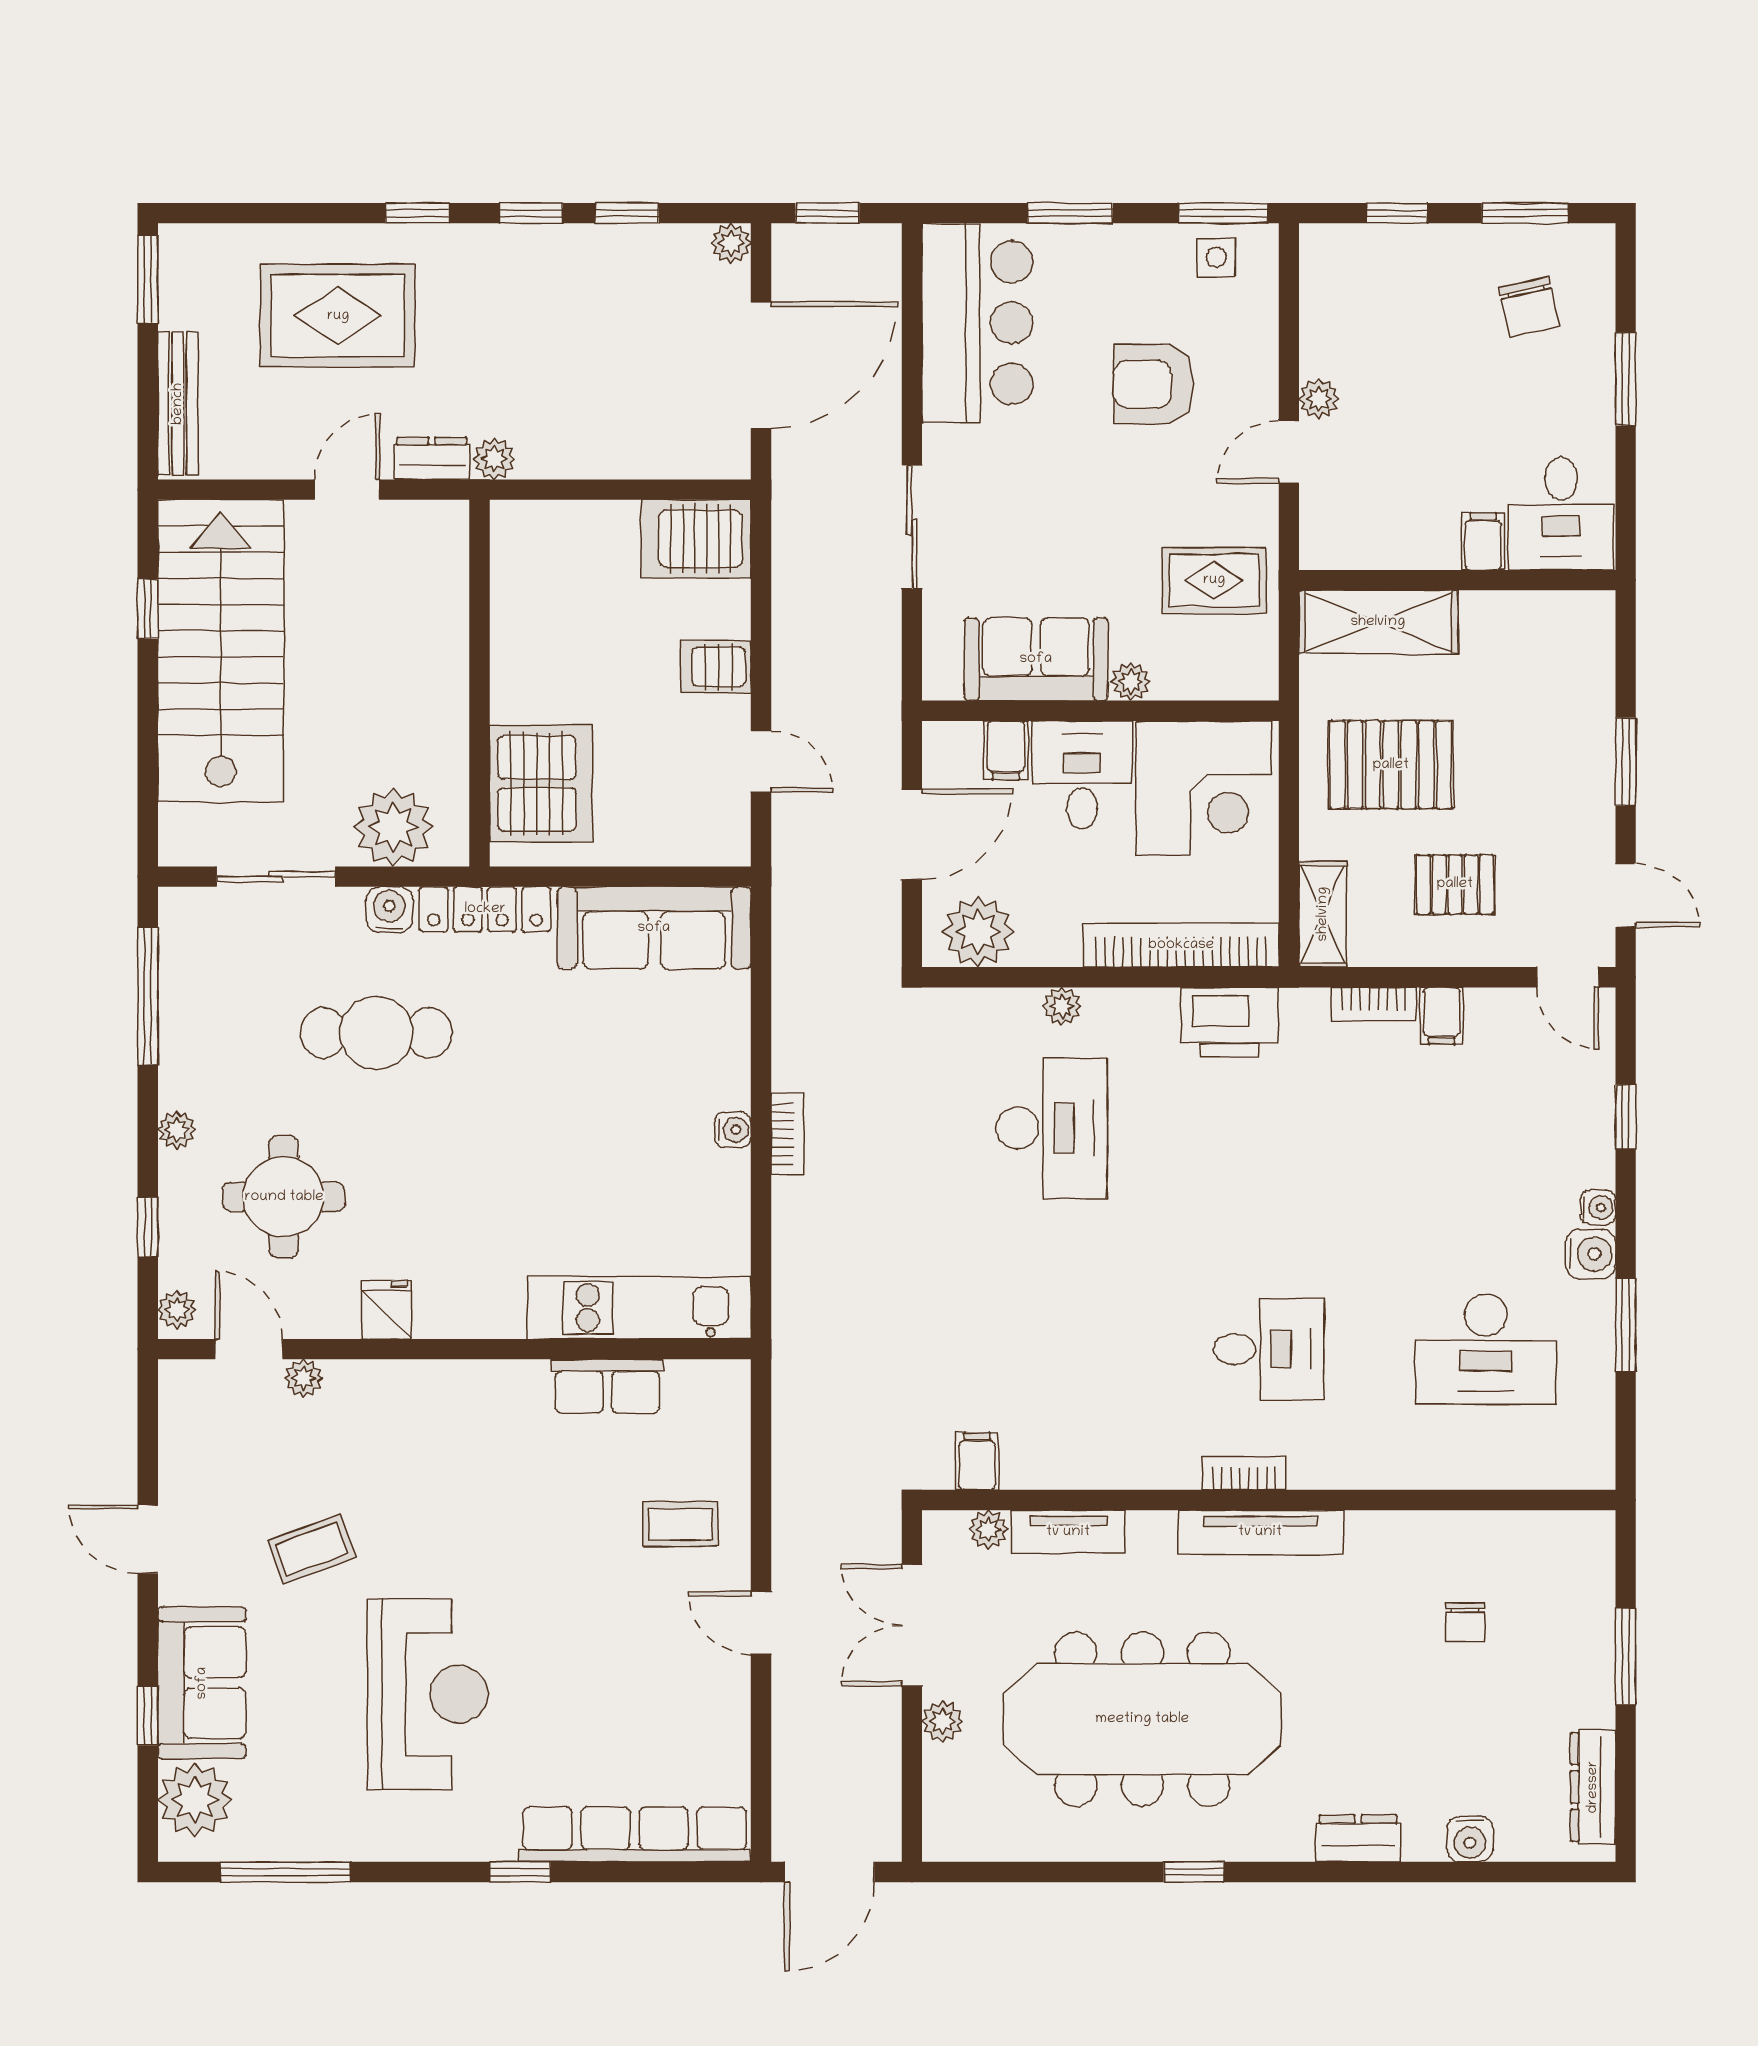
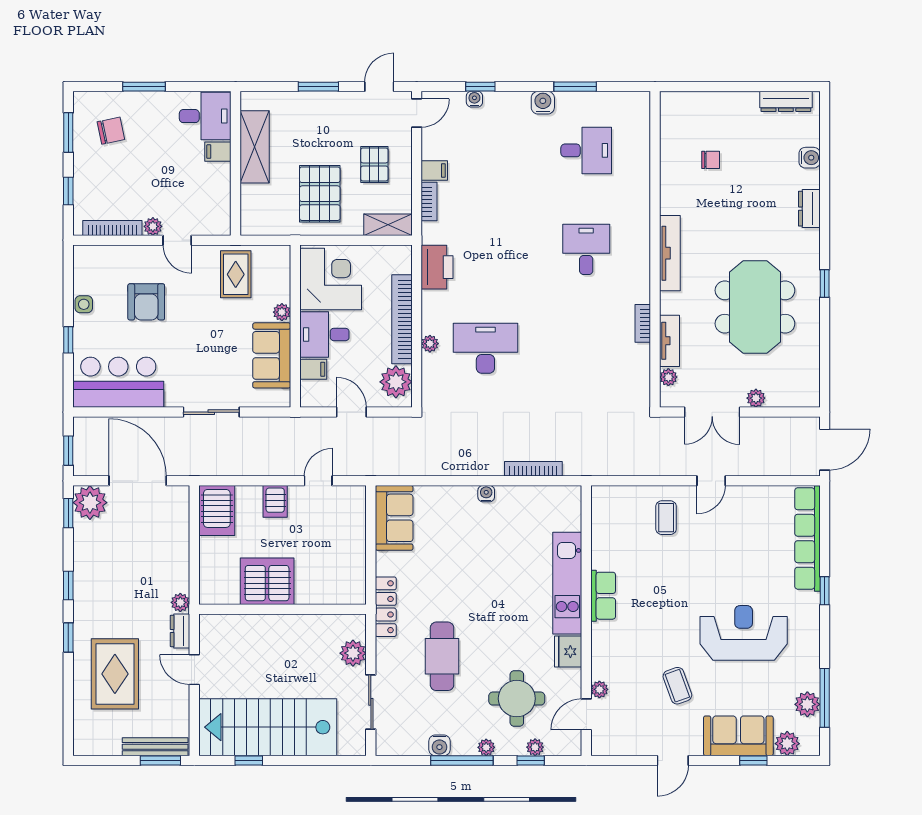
window: (627, 213) -> (68, 513), moved
window: (1070, 213) -> (68, 340), width x0.67
window: (1223, 213) -> (68, 270), removed
plant: (731, 243) -> (90, 503), width x1.88, depth x1.88
side table: (1216, 257) -> (84, 304), moved
window: (148, 279) -> (160, 760), moved
bookcase: (1316, 310) -> (112, 228), added
shelving: (1378, 622) -> (255, 147), moved
server rack: (541, 783) -> (267, 581), moved
plant: (394, 827) -> (353, 653), width x0.73, depth x0.73
door: (912, 834) -> (351, 412), width x0.73
water cooler: (389, 910) -> (439, 745), moved, turned -90
sofa: (654, 928) -> (394, 518), width x0.73
bookcase: (1181, 945) -> (402, 319), moved
window: (148, 996) -> (462, 760), moved
bookcase: (787, 1134) -> (533, 469), moved, width x1.56
water cooler: (1598, 1207) -> (474, 99), moved
kitchen unit: (639, 1308) -> (567, 583), moved
plant: (177, 1310) -> (535, 747), moved
fridge: (387, 1310) -> (568, 652), width x1.38
desk: (1486, 1349) -> (586, 150), width x0.73
row of seats: (607, 1386) -> (603, 596), moved
filing cabinet: (977, 1461) -> (637, 382), removed
bookcase: (1244, 1473) -> (643, 323), moved
window: (1626, 1656) -> (726, 87), removed
meeting table: (1142, 1719) -> (755, 307), width x0.73
plant: (195, 1800) -> (787, 744), width x0.73, depth x0.73
plant: (271, 1834) -> (807, 704), added
door: (830, 1872) -> (825, 450), hinge flipped

